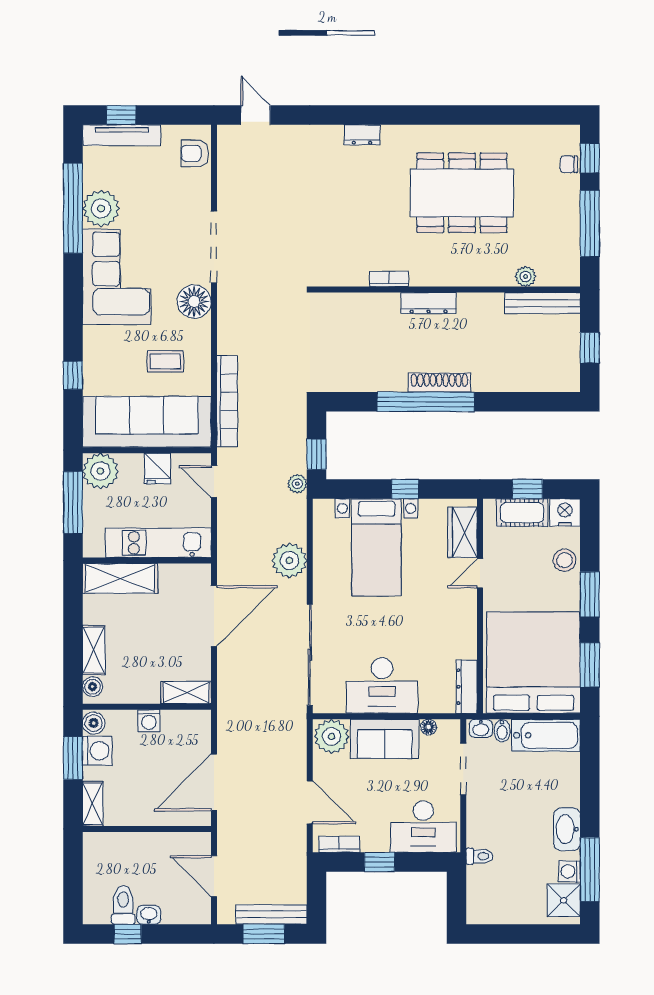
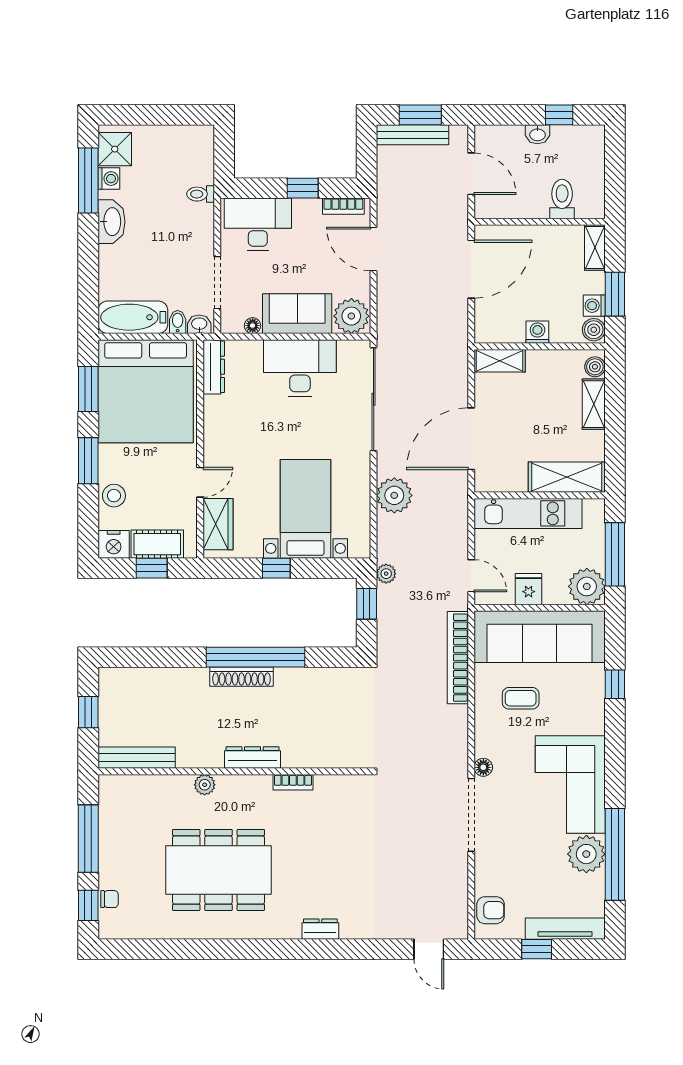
window: (121, 115) -> (537, 949), moved
plant: (525, 276) -> (205, 785), moved
floor lamp: (194, 302) -> (483, 767), width x0.53, depth x0.53
washing machine: (97, 751) -> (594, 306), width x0.73, depth x0.73
toilet: (123, 905) -> (562, 199), moved, turned 180

